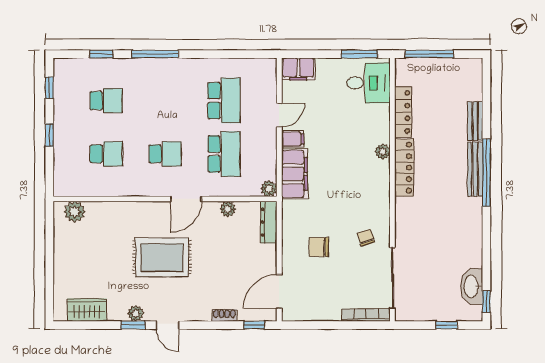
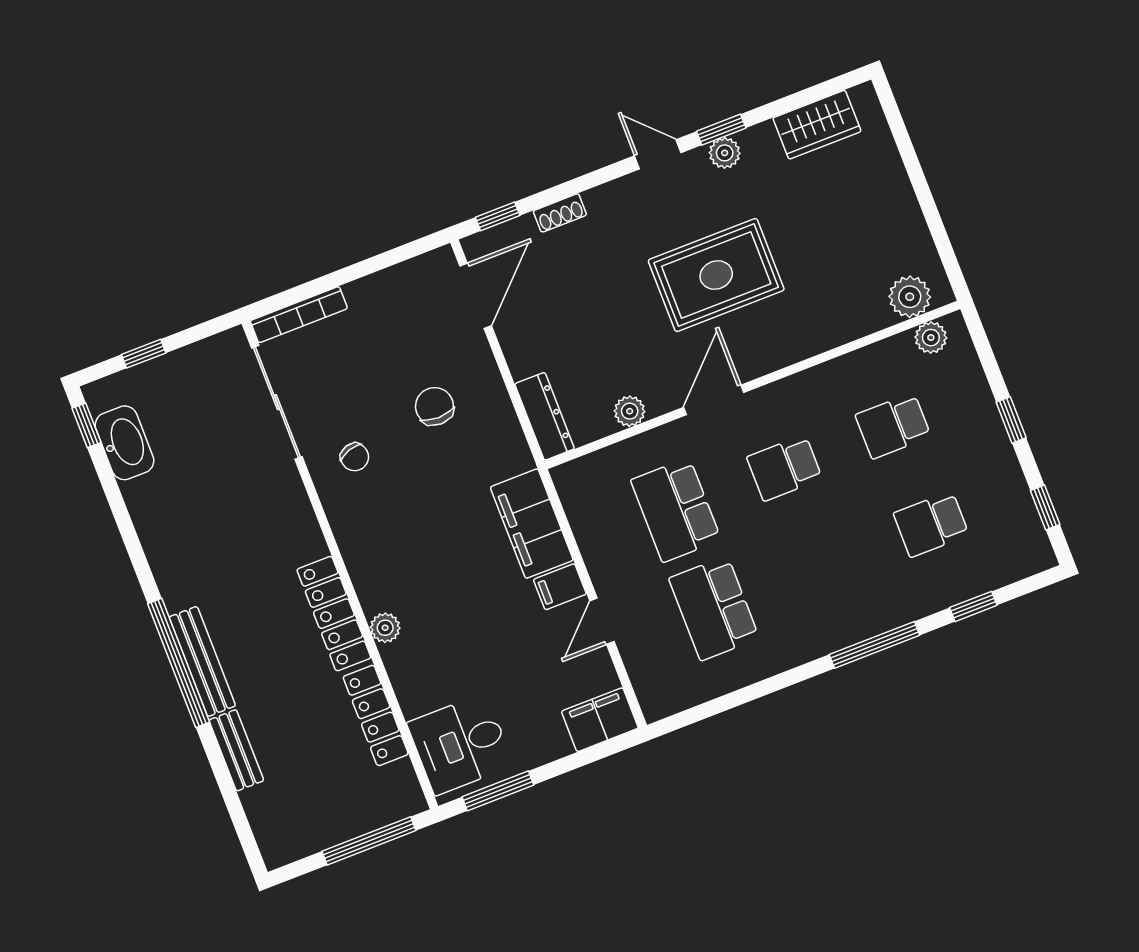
plant: (269, 189) -> (931, 338), moved
chair: (319, 247) -> (434, 406), turned -90

